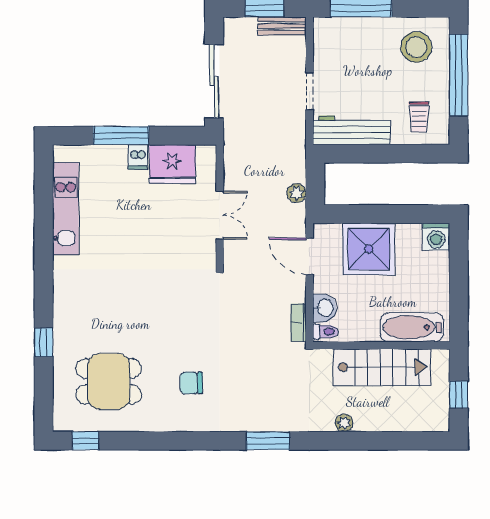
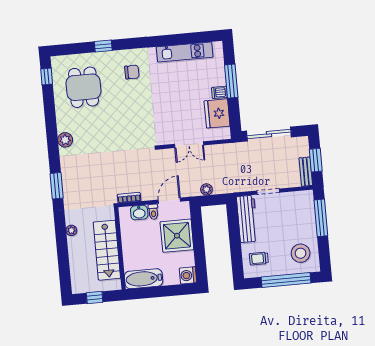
bathtub: (412, 327) -> (144, 279), moved, turned -90
toilet: (325, 332) -> (153, 212), moved
chair: (191, 383) -> (132, 72), moved, turned 90
plant: (193, 420) -> (65, 140), added

